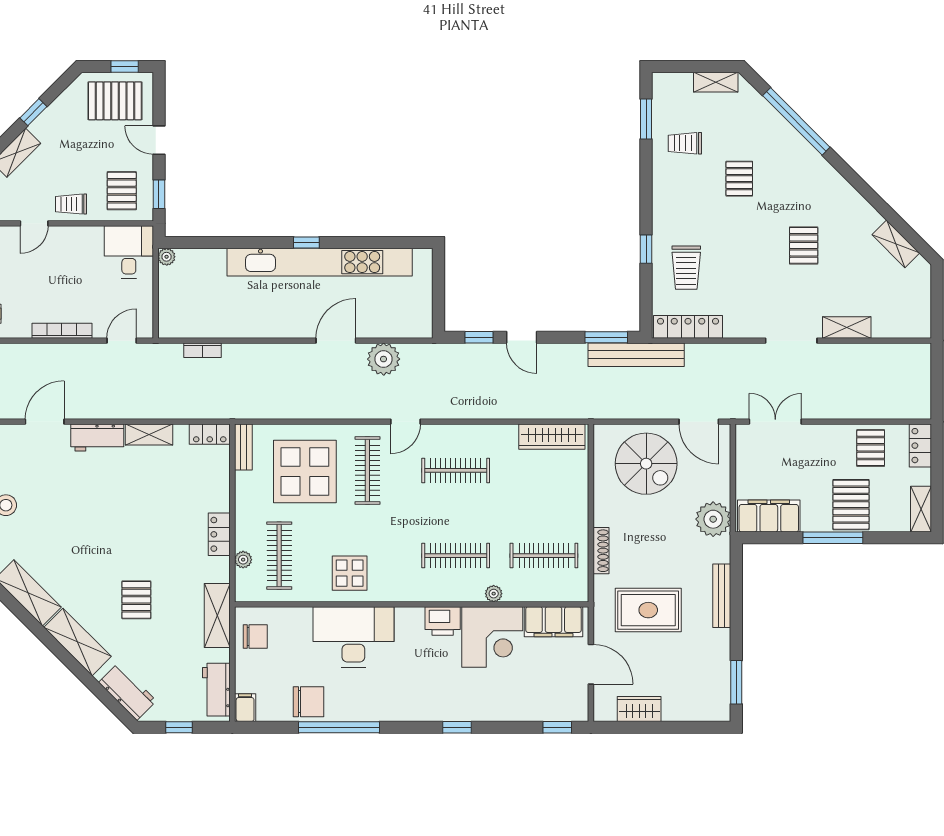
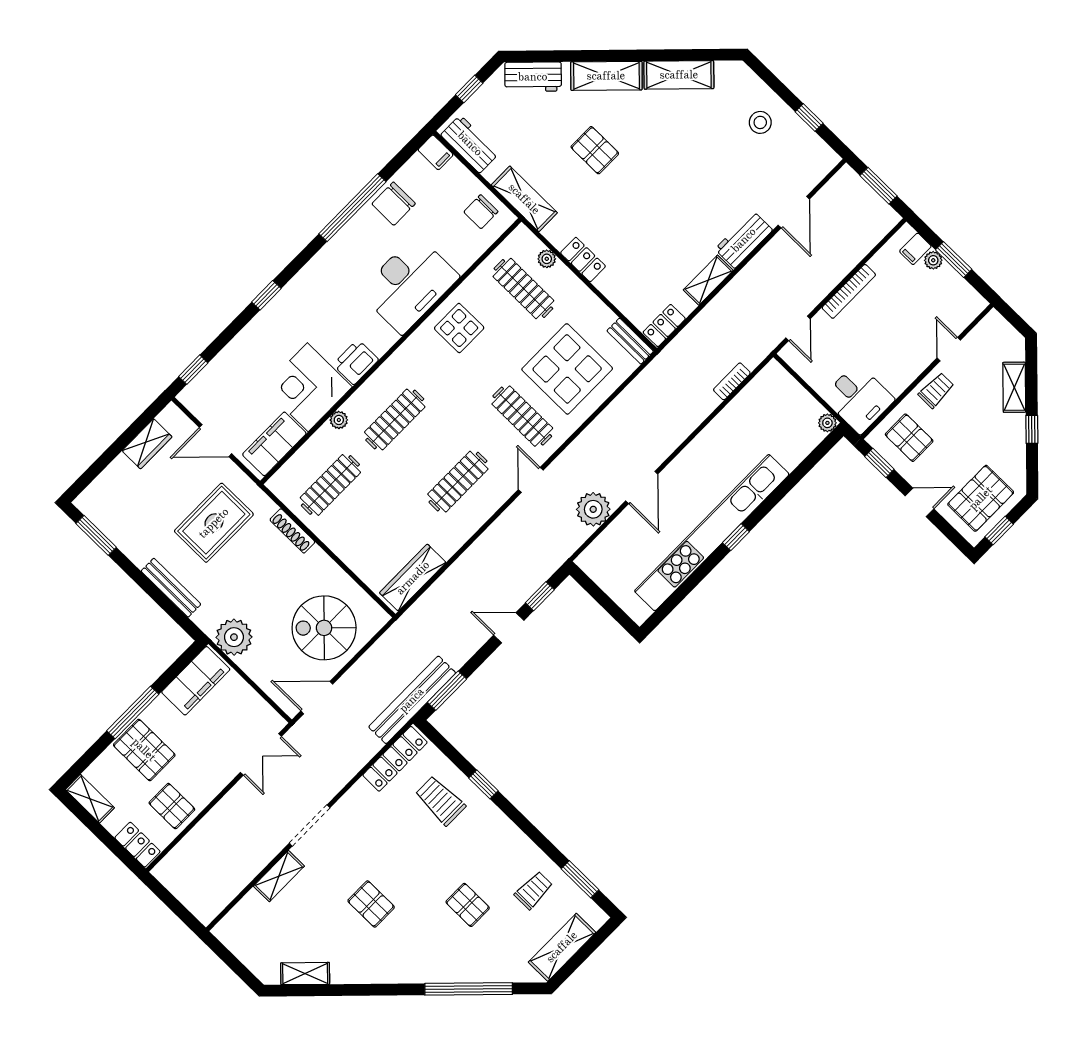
shelving: (716, 82) -> (562, 947), width x1.50, depth x1.33

